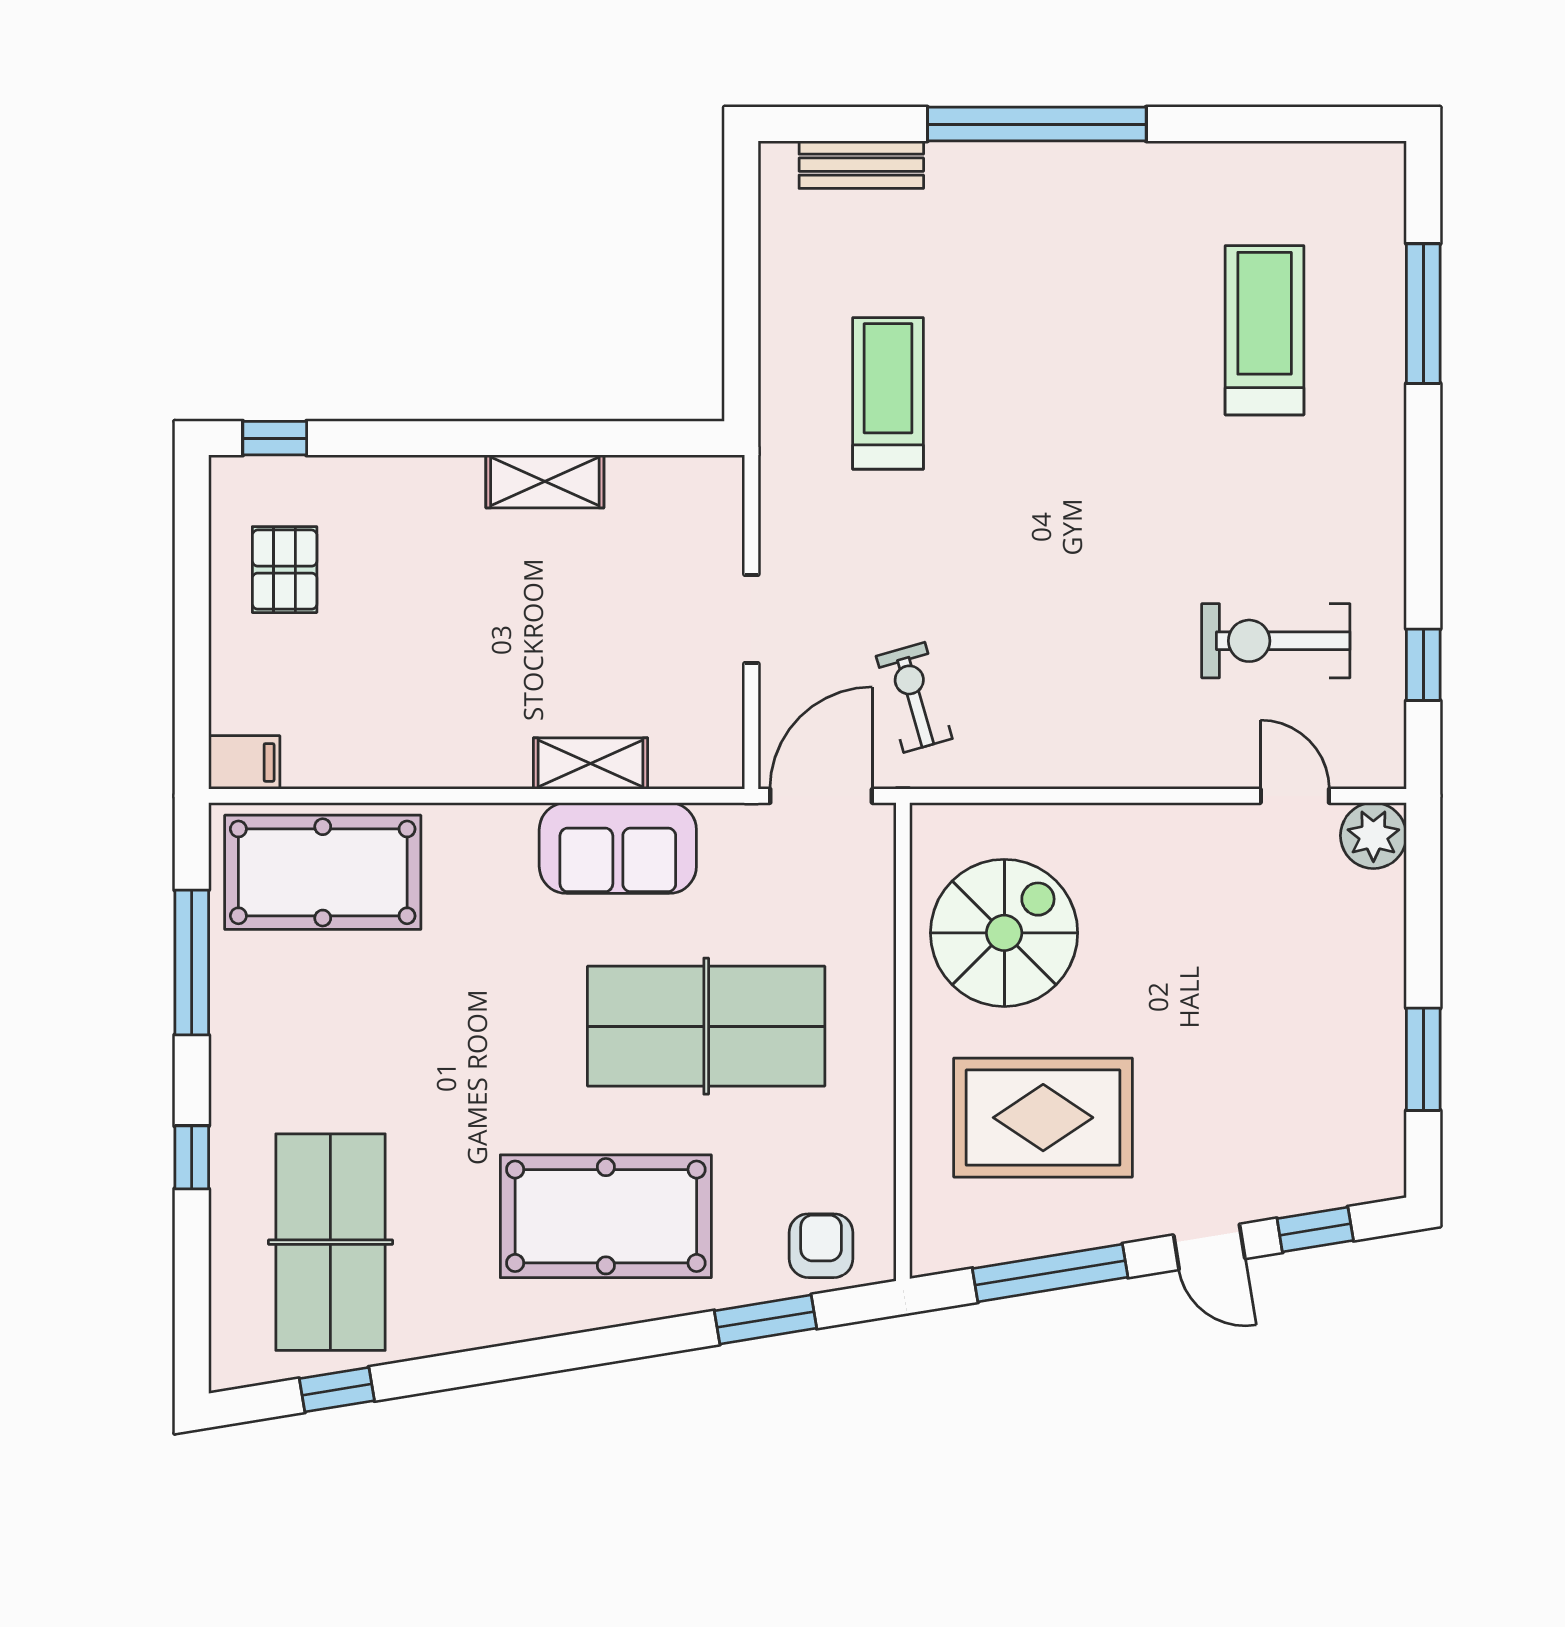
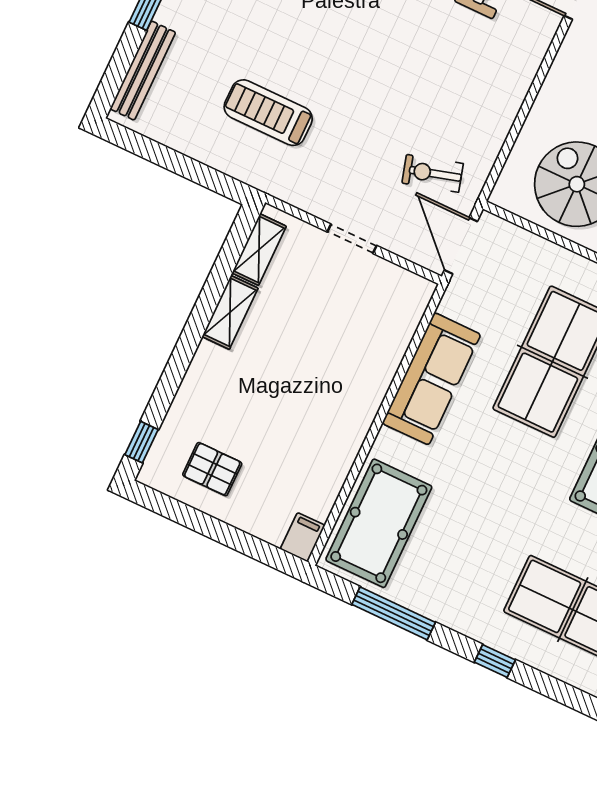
bench: (861, 165) -> (143, 71), width x1.36
shelving: (591, 763) -> (259, 250), moved
sofa: (618, 848) -> (431, 379), width x1.36

